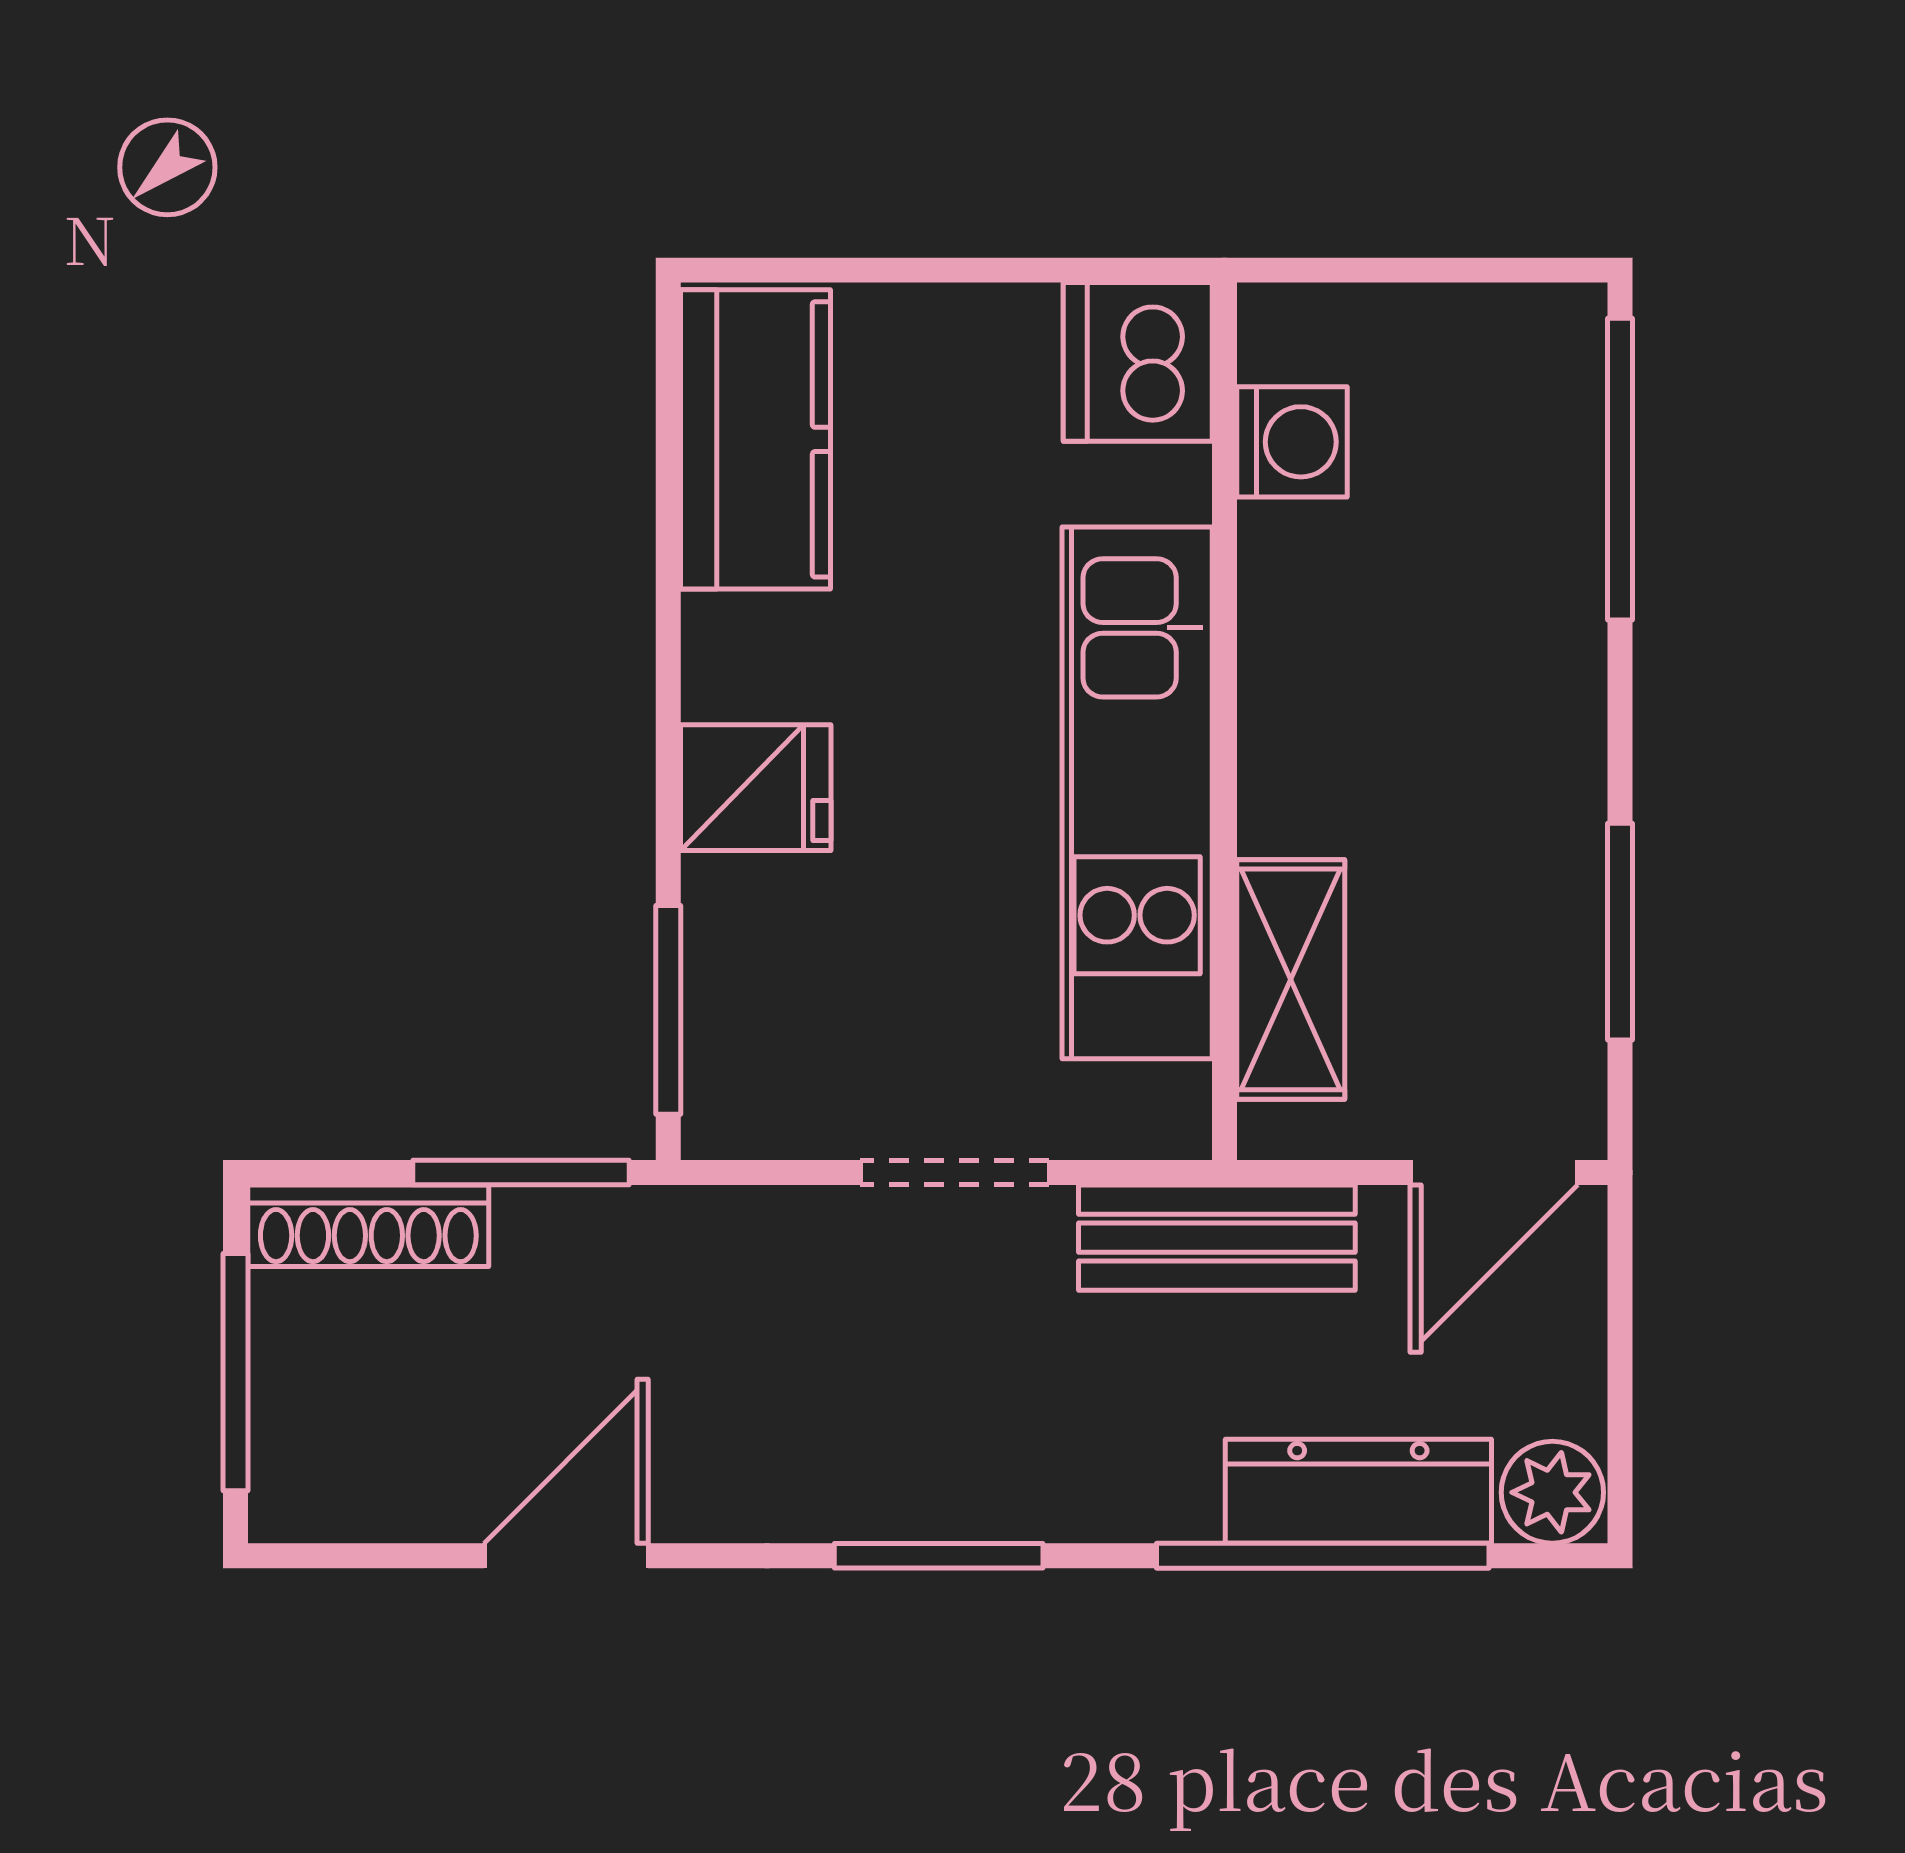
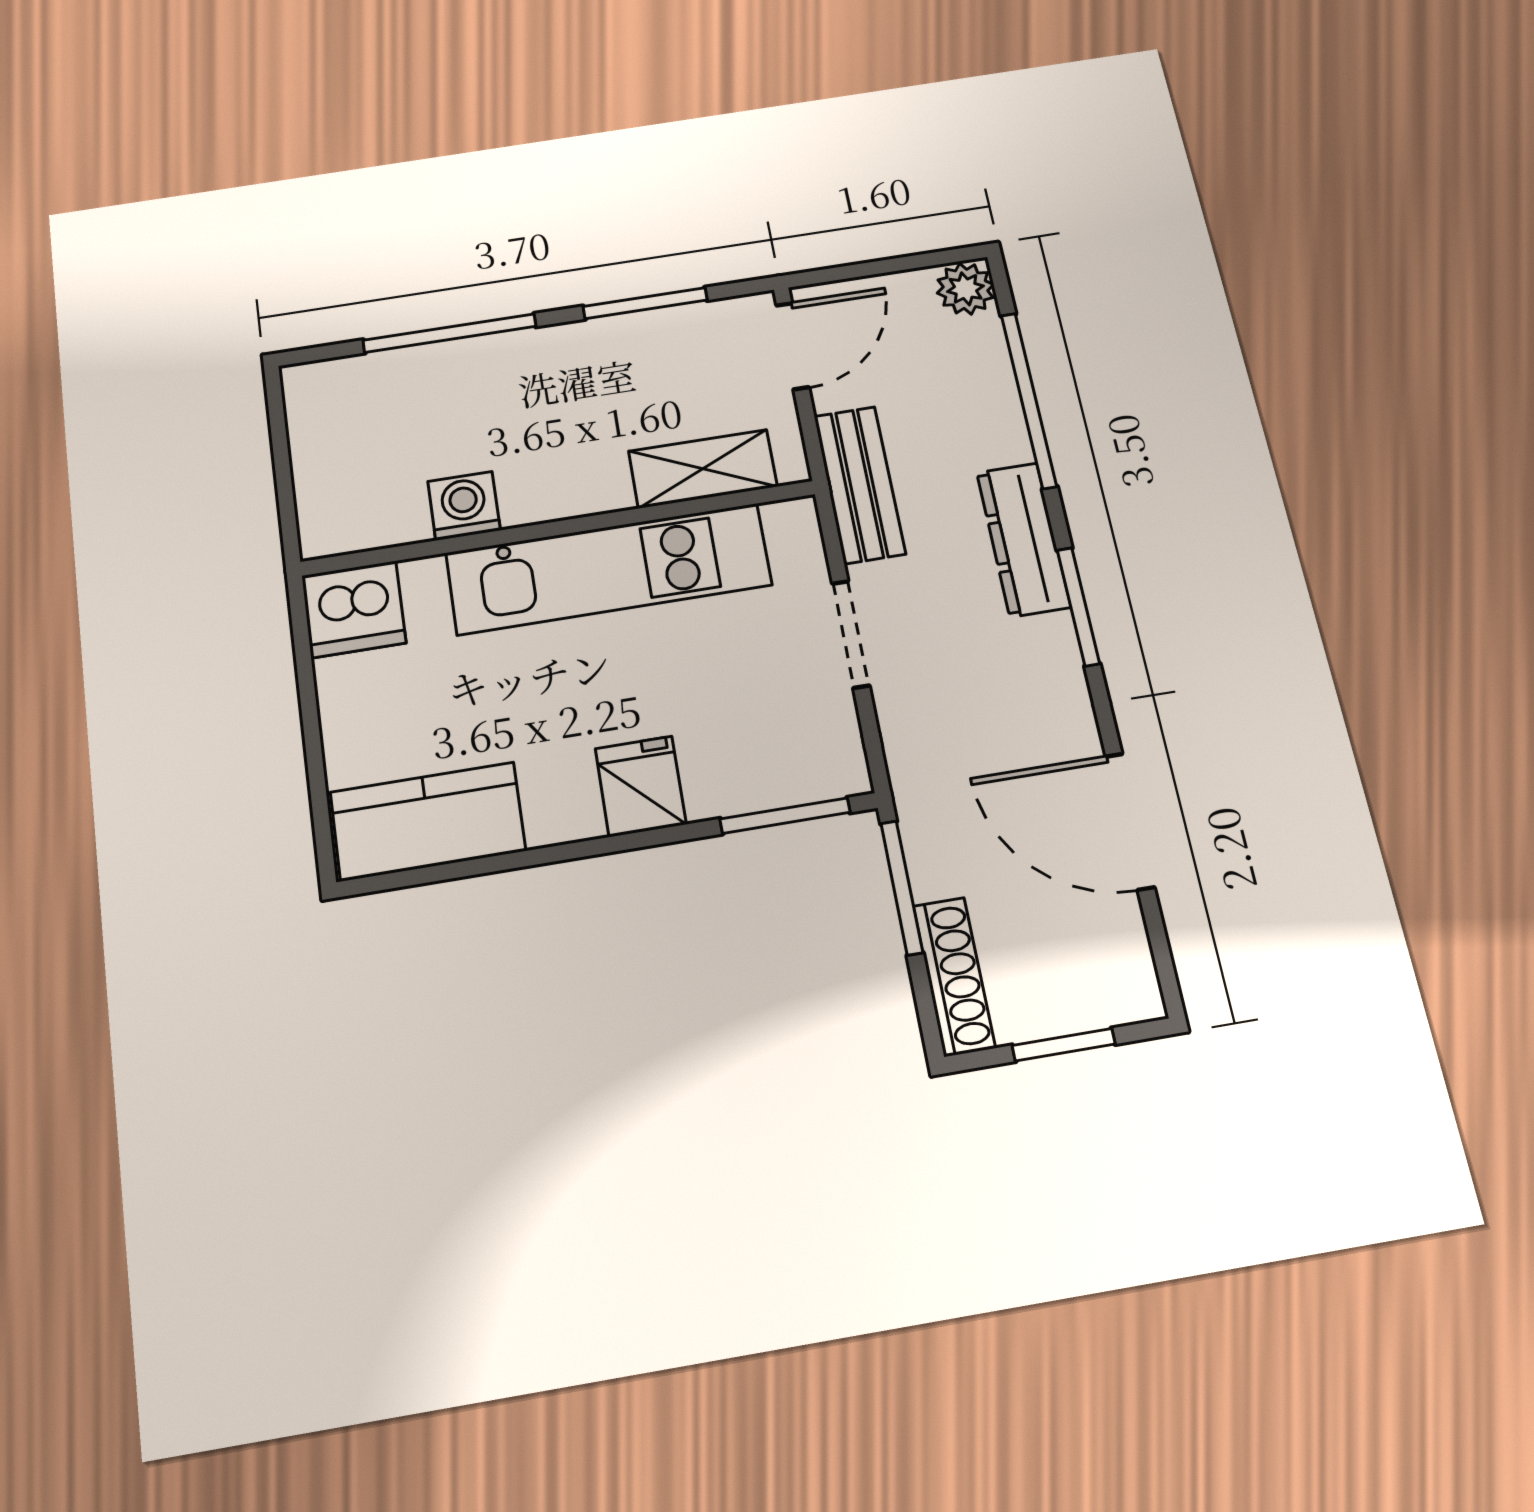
washing machine: (1292, 442) -> (464, 506), moved
window: (1620, 469) -> (450, 333), moved
door: (1494, 1172) -> (793, 346), hinge flipped
window: (236, 1372) -> (1064, 1045), width x0.67
dresser: (1358, 1491) -> (1023, 539), moved
door: (566, 1556) -> (1130, 821), width x1.38

